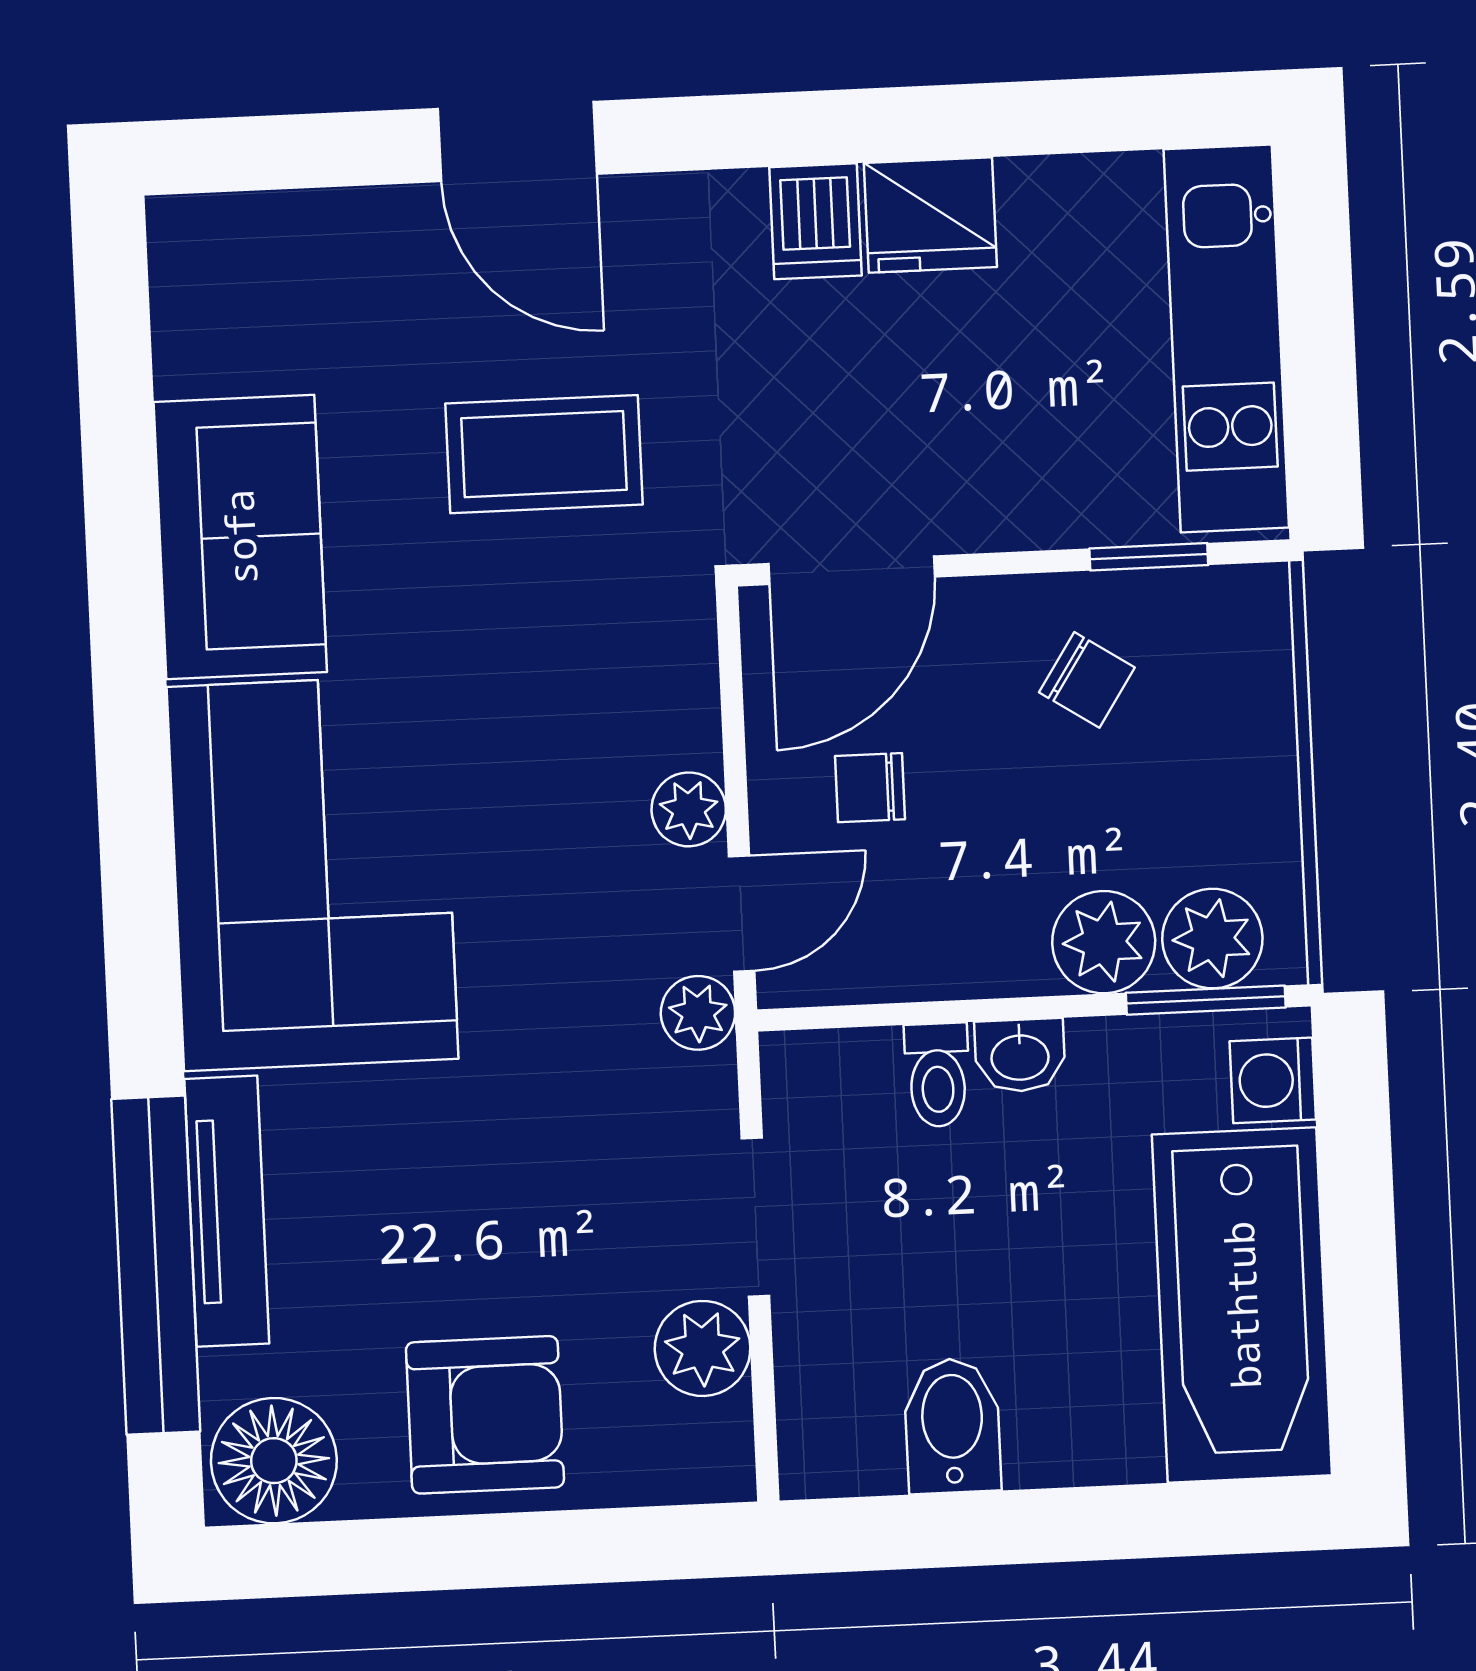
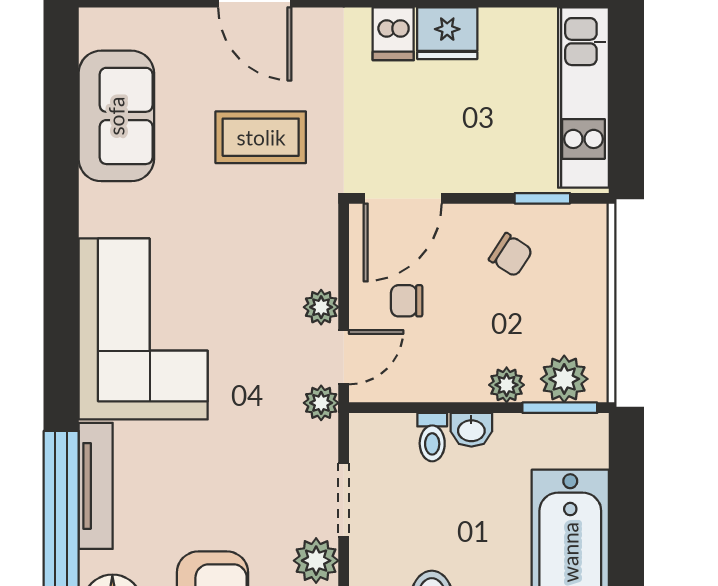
sofa: (240, 537) -> (116, 116), moved
plant: (1104, 942) -> (507, 385), width x0.73, depth x0.73
washing machine: (1273, 1080) -> (590, 447), removed

